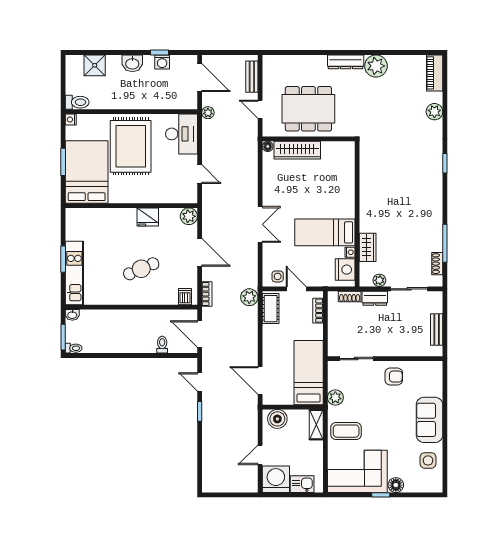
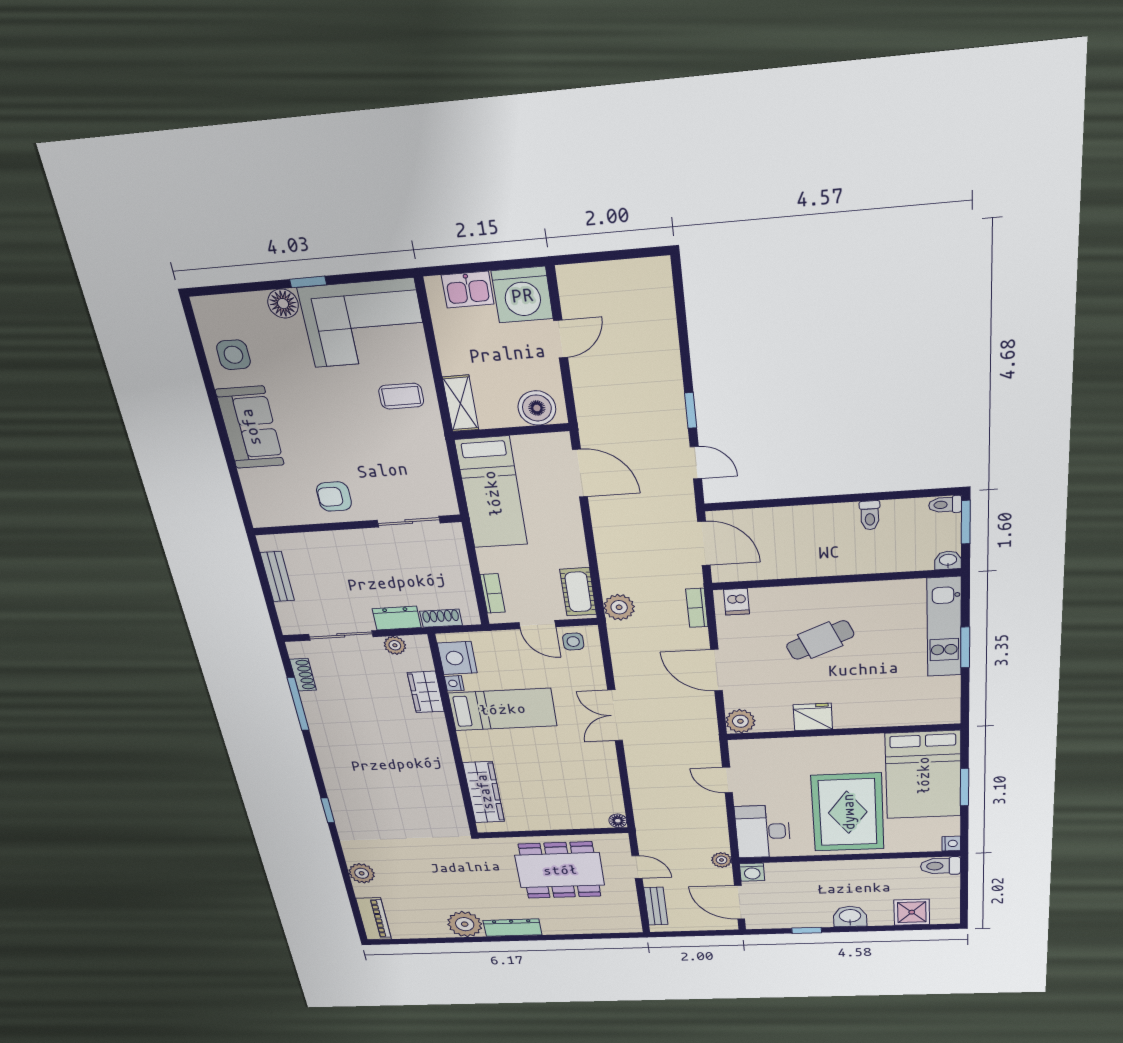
washing machine: (162, 62) -> (752, 872), moved, turned 180
wardrobe: (297, 150) -> (484, 792), moved, turned 90
toilet: (162, 345) -> (870, 515), moved
plant: (335, 398) -> (433, 454), removed
coffee table: (346, 431) -> (401, 396), width x0.73, depth x0.77

